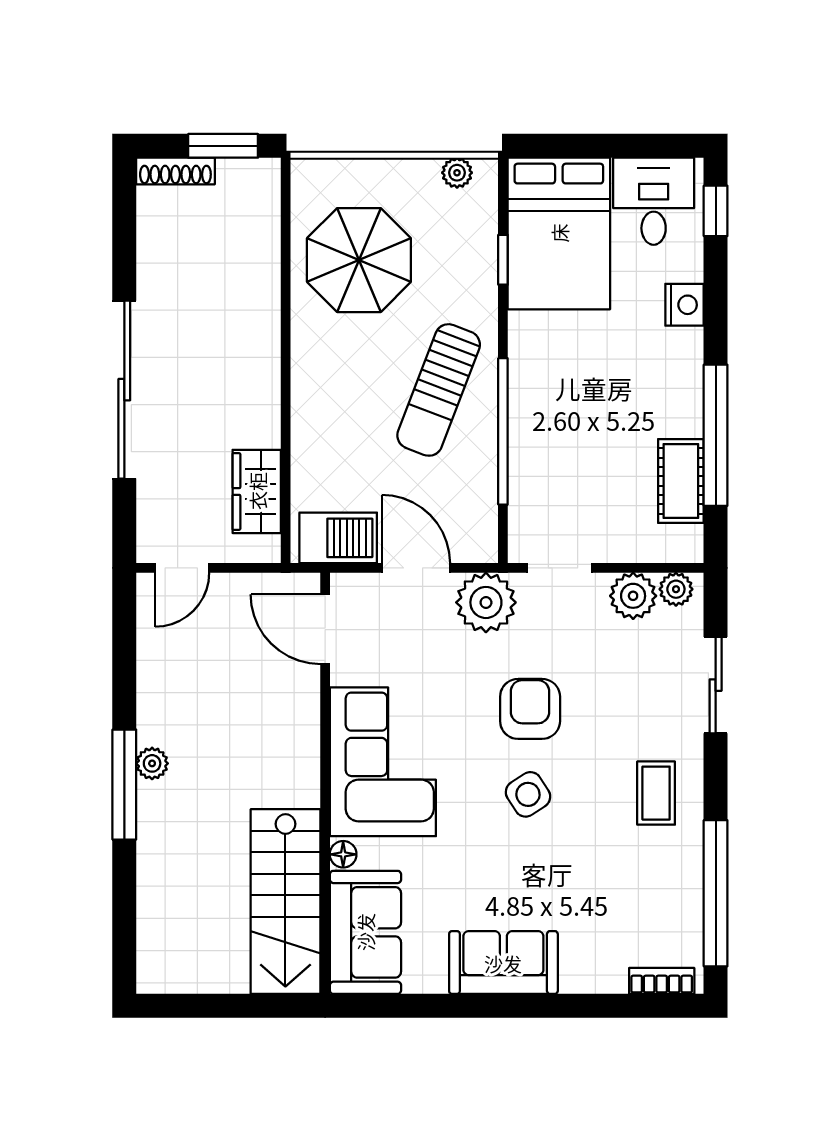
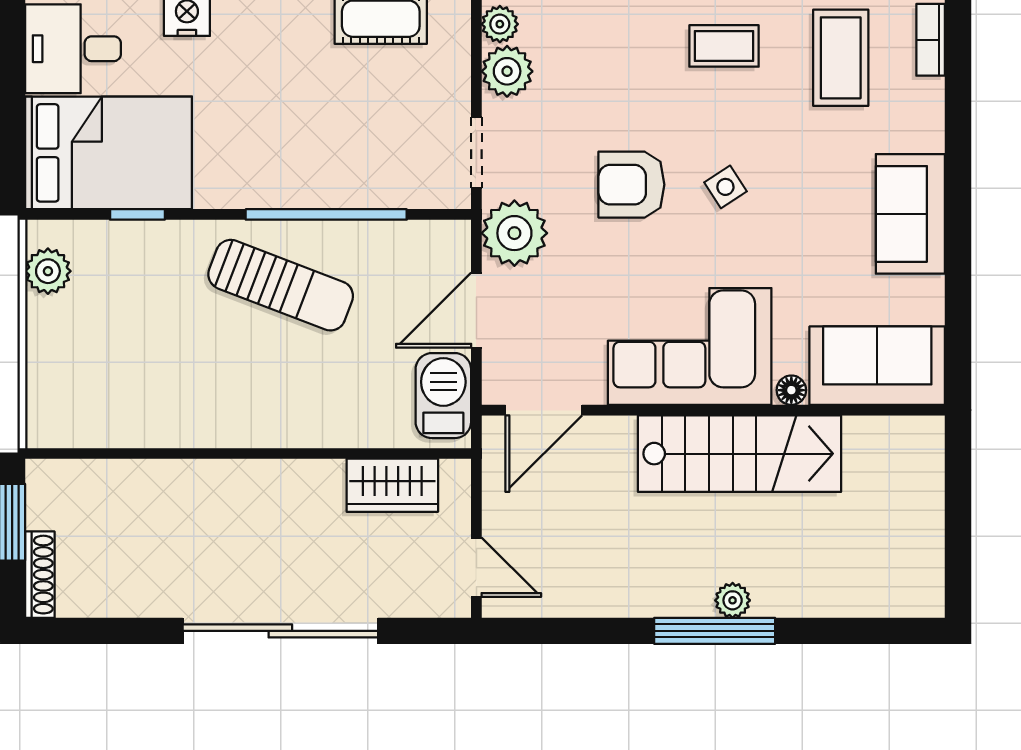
plant: (457, 173) -> (48, 271), width x1.38, depth x1.38
parasol: (359, 260) -> (138, 373), removed
plant: (152, 763) -> (733, 600), moved
side table: (528, 794) -> (725, 187), width x0.73, depth x0.73
coffee table: (645, 899) -> (841, 58), added
stairs: (285, 902) -> (739, 454), moved

